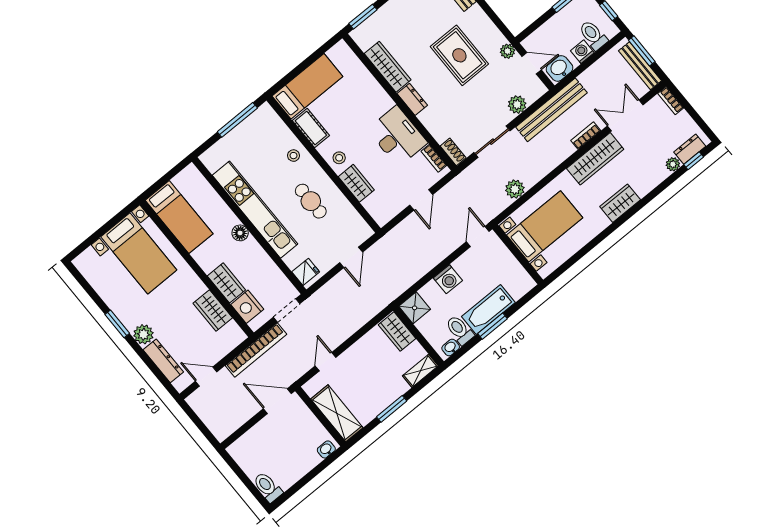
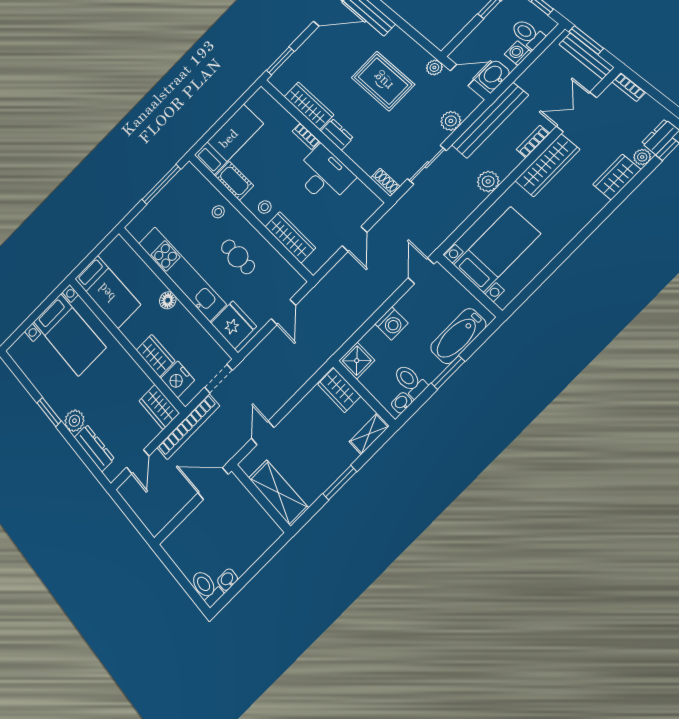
bookcase: (434, 158) -> (306, 136), moved
wardrobe: (356, 183) -> (290, 237), width x1.50
plant: (515, 189) -> (488, 181), moved
wardrobe: (620, 203) -> (617, 177), moved
fridge: (306, 272) -> (234, 325), width x1.88, depth x1.34
bathtub: (488, 310) -> (458, 336), moved
wardrobe: (213, 311) -> (159, 407), moved
door: (206, 377) -> (138, 462), swing flipped
washbasin: (326, 449) -> (228, 580), moved

